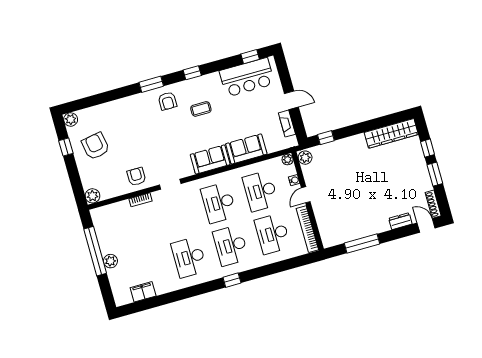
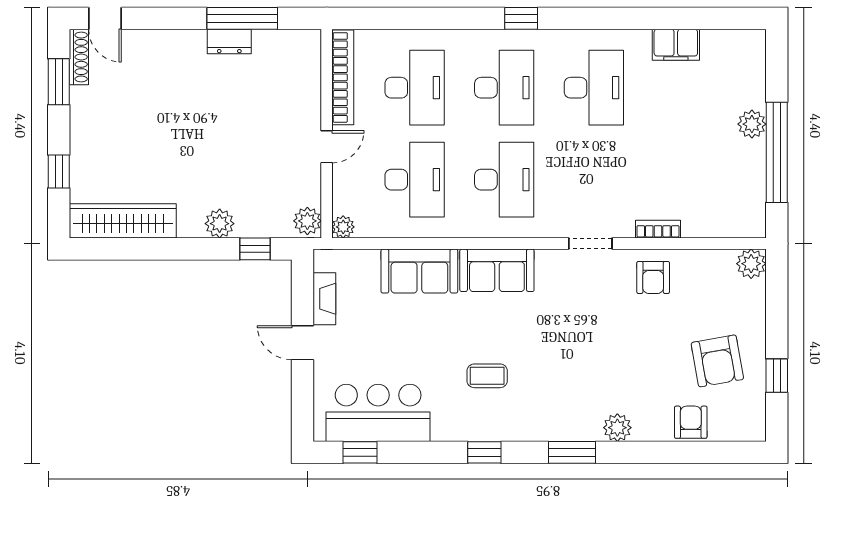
armchair: (167, 101) -> (691, 422), moved
plant: (71, 119) -> (617, 428), moved
plant: (346, 145) -> (220, 224), added
window: (435, 174) -> (59, 82), moved
water cooler: (294, 180) -> (342, 182), removed
dresser: (400, 221) -> (229, 41), moved
filing cabinet: (143, 292) -> (676, 45), moved

